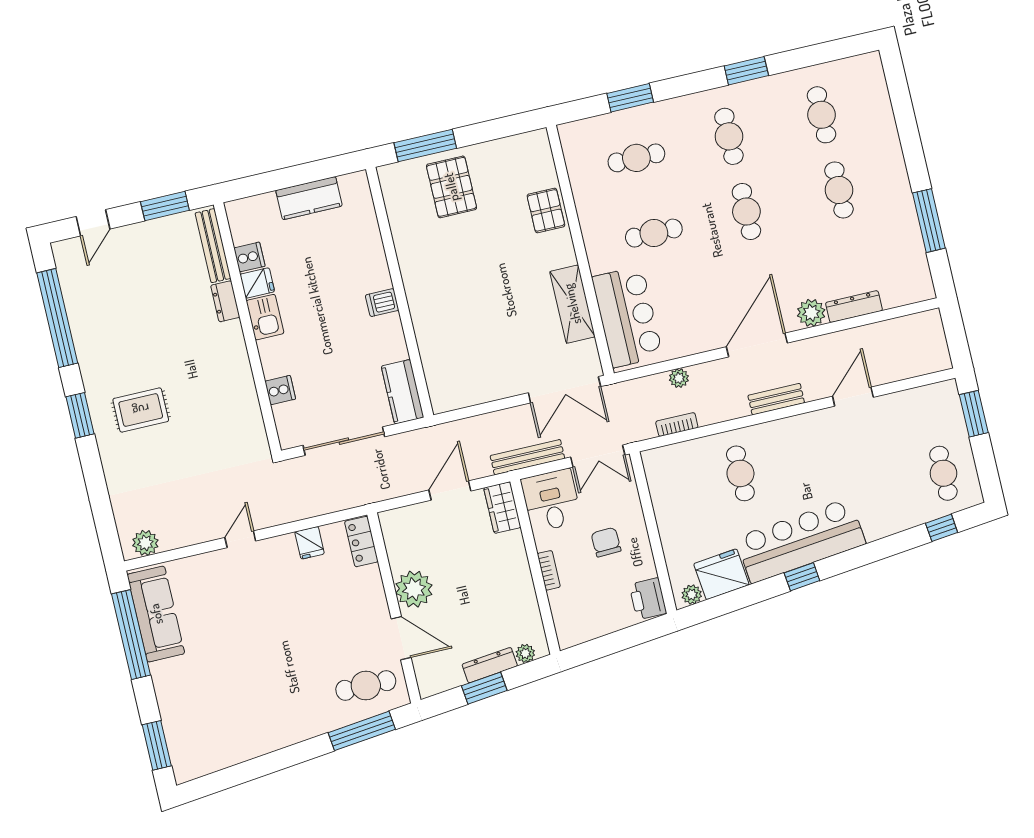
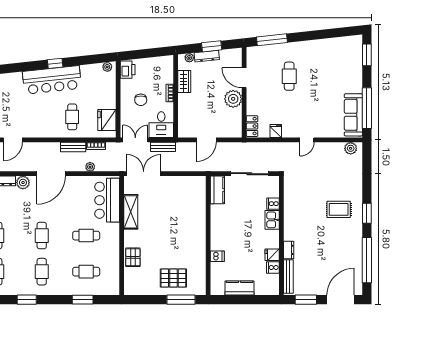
pallet: (451, 187) -> (173, 278), turned 90
door: (93, 223) -> (340, 300), width x1.88
dishwasher: (382, 303) -> (217, 256), moved
kitchen sink: (265, 317) -> (272, 220), moved
bench: (776, 399) -> (73, 147), moved
bench: (527, 457) -> (163, 147), width x0.73
wardrobe: (502, 508) -> (184, 81), moved
fridge: (721, 574) -> (107, 120), moved, turned 96
cafe table: (366, 686) -> (289, 76), moved, turned 90

